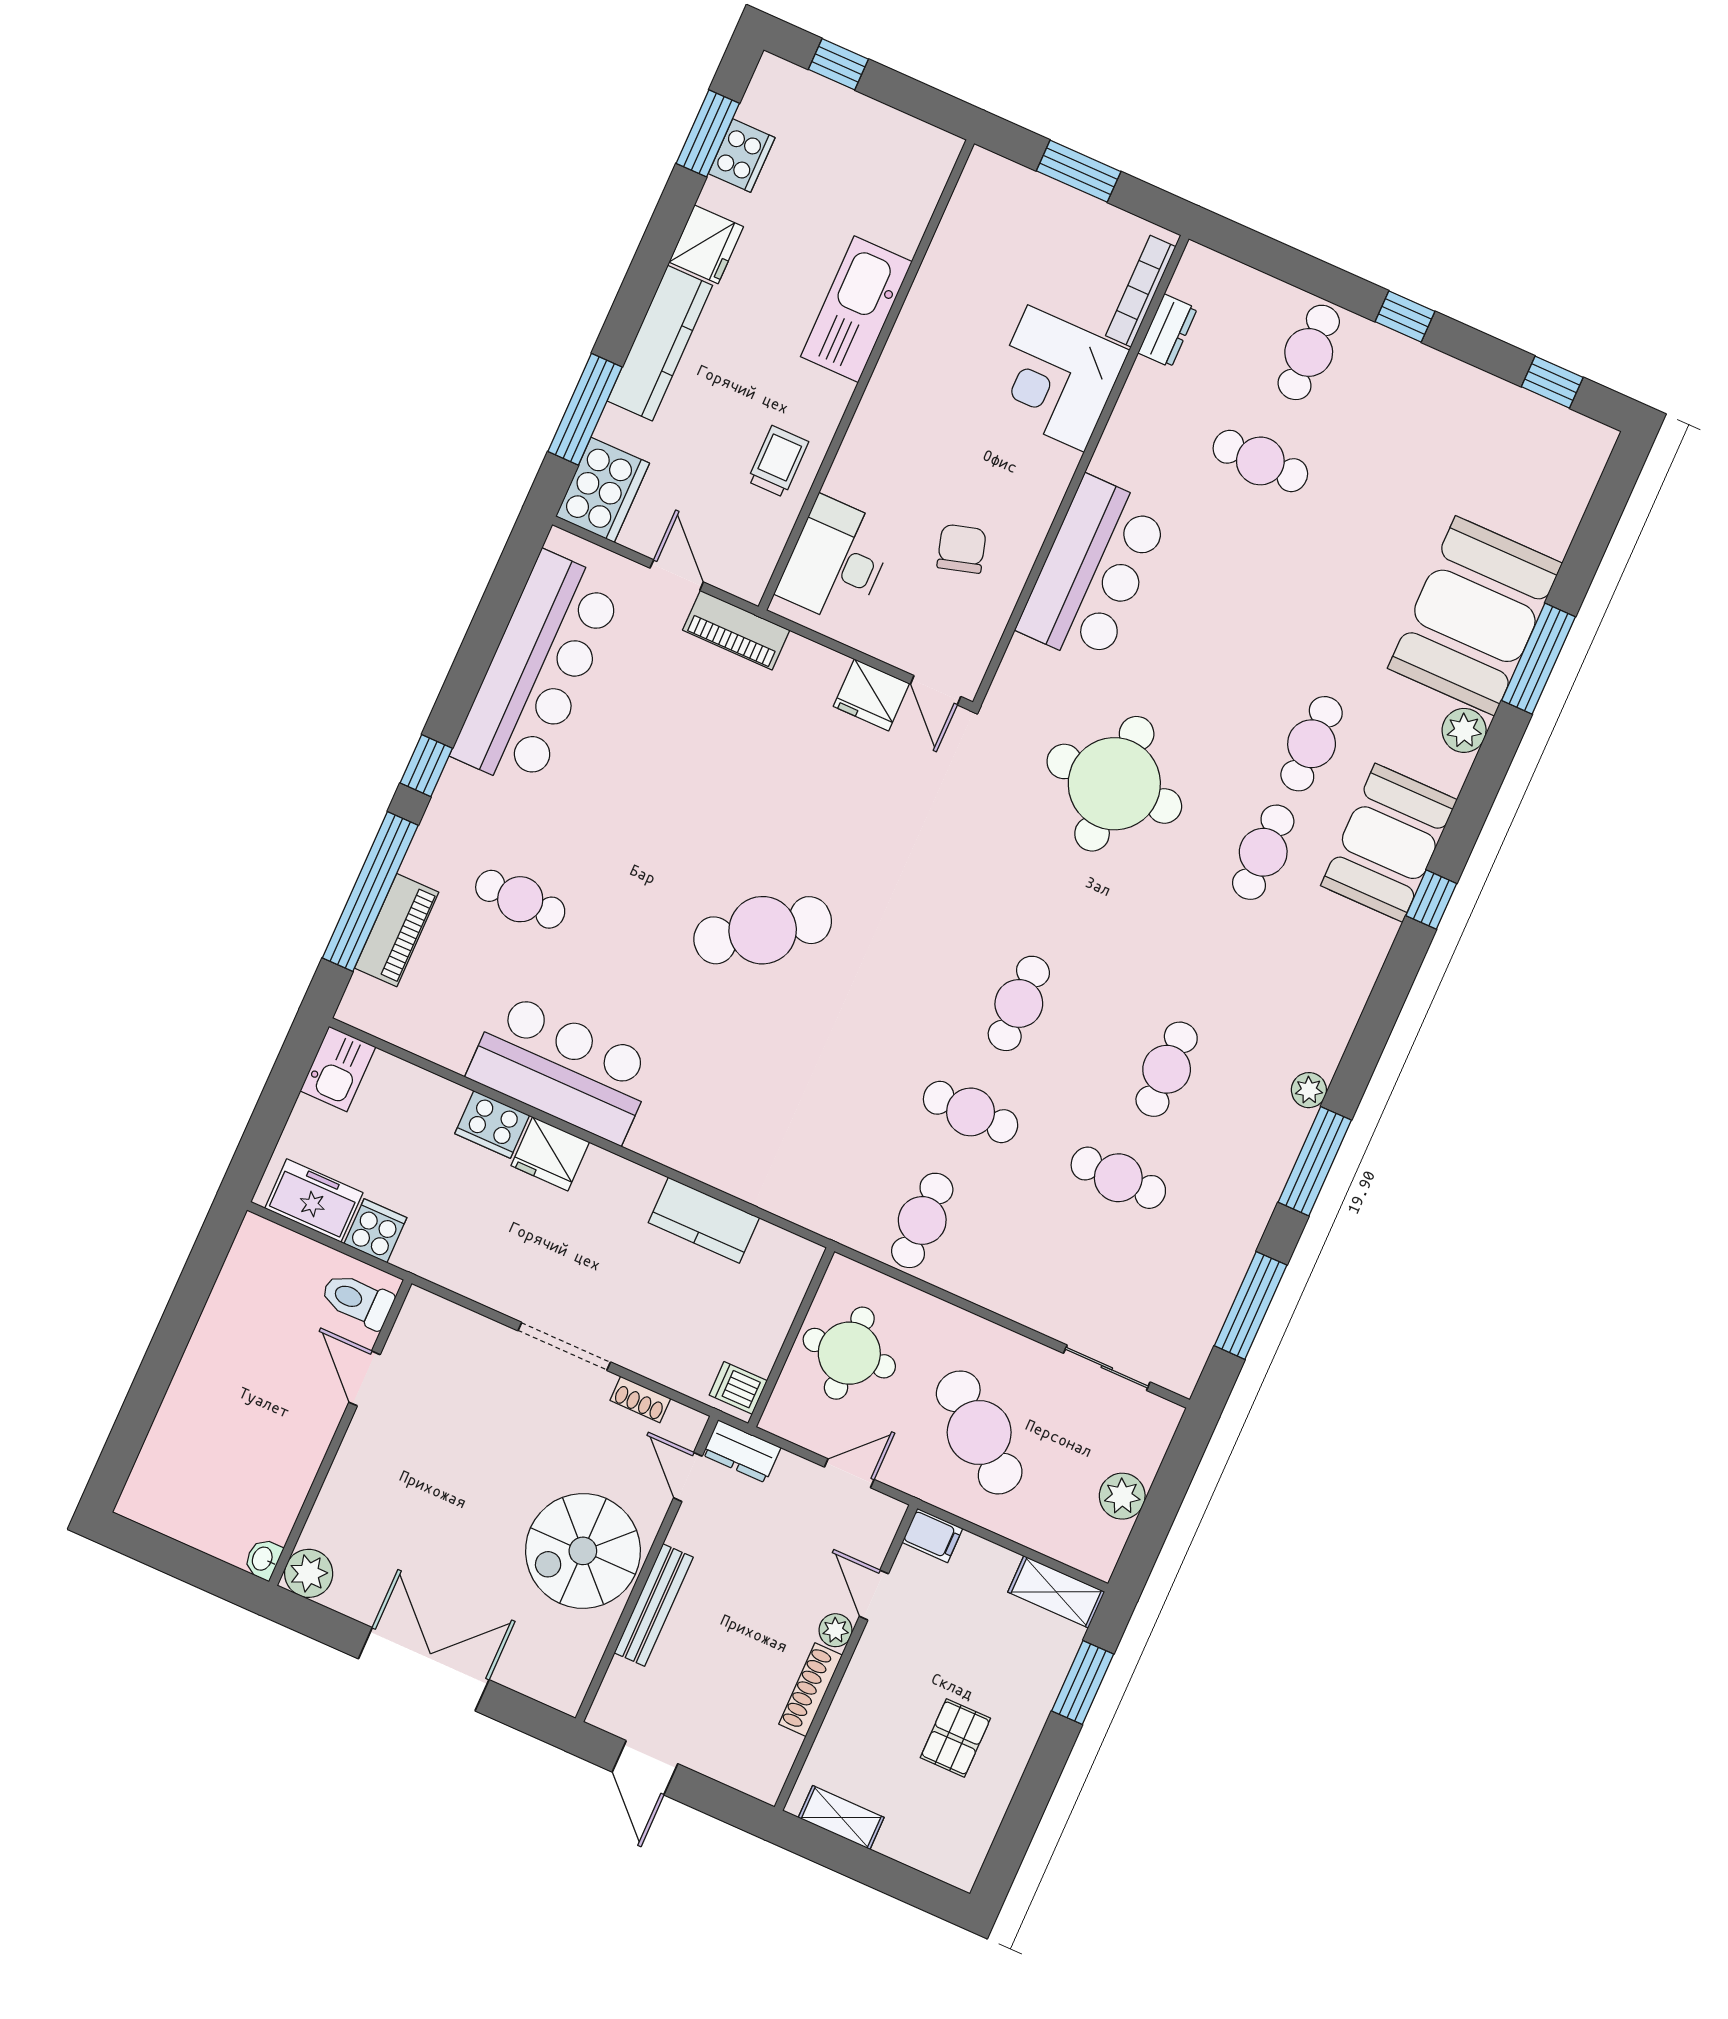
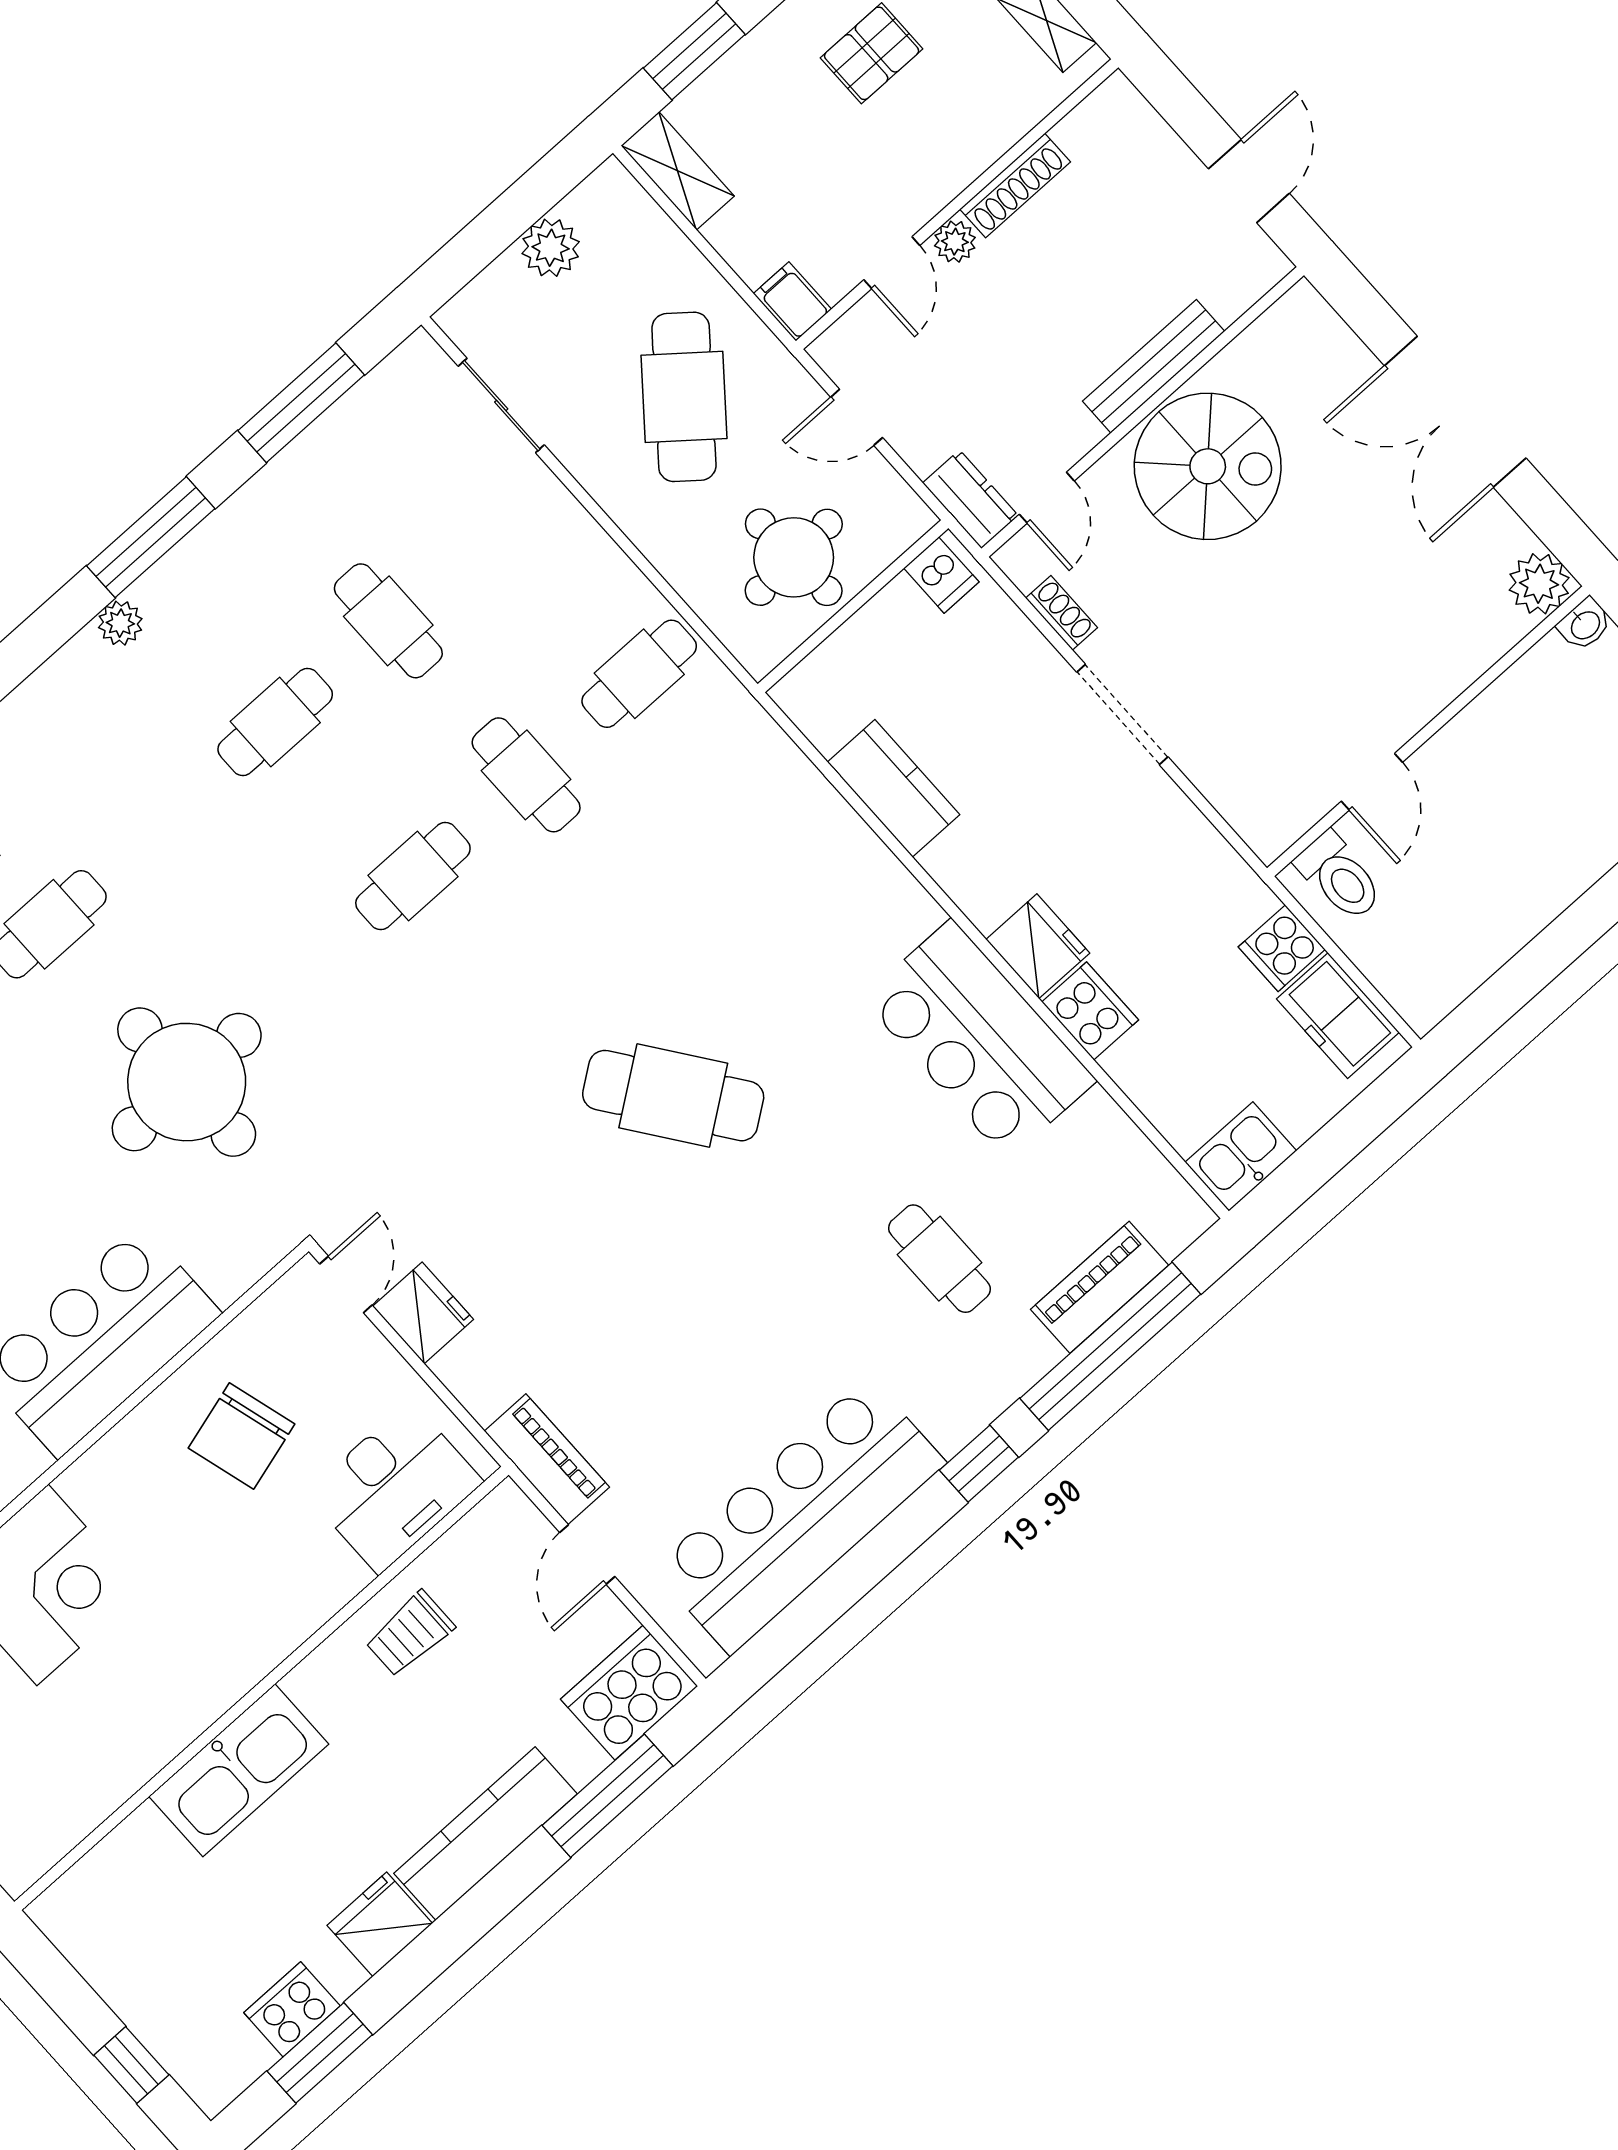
chair: (962, 549) -> (242, 1436), width x1.37, depth x1.37

